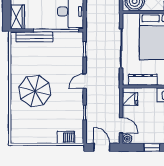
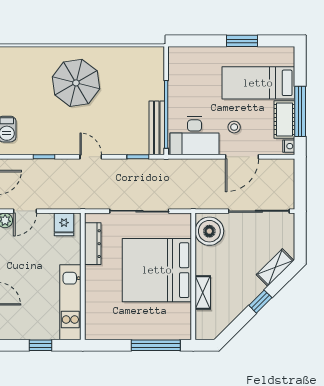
wardrobe: (17, 17) -> (186, 57), removed
bench: (35, 37) -> (157, 128), moved

